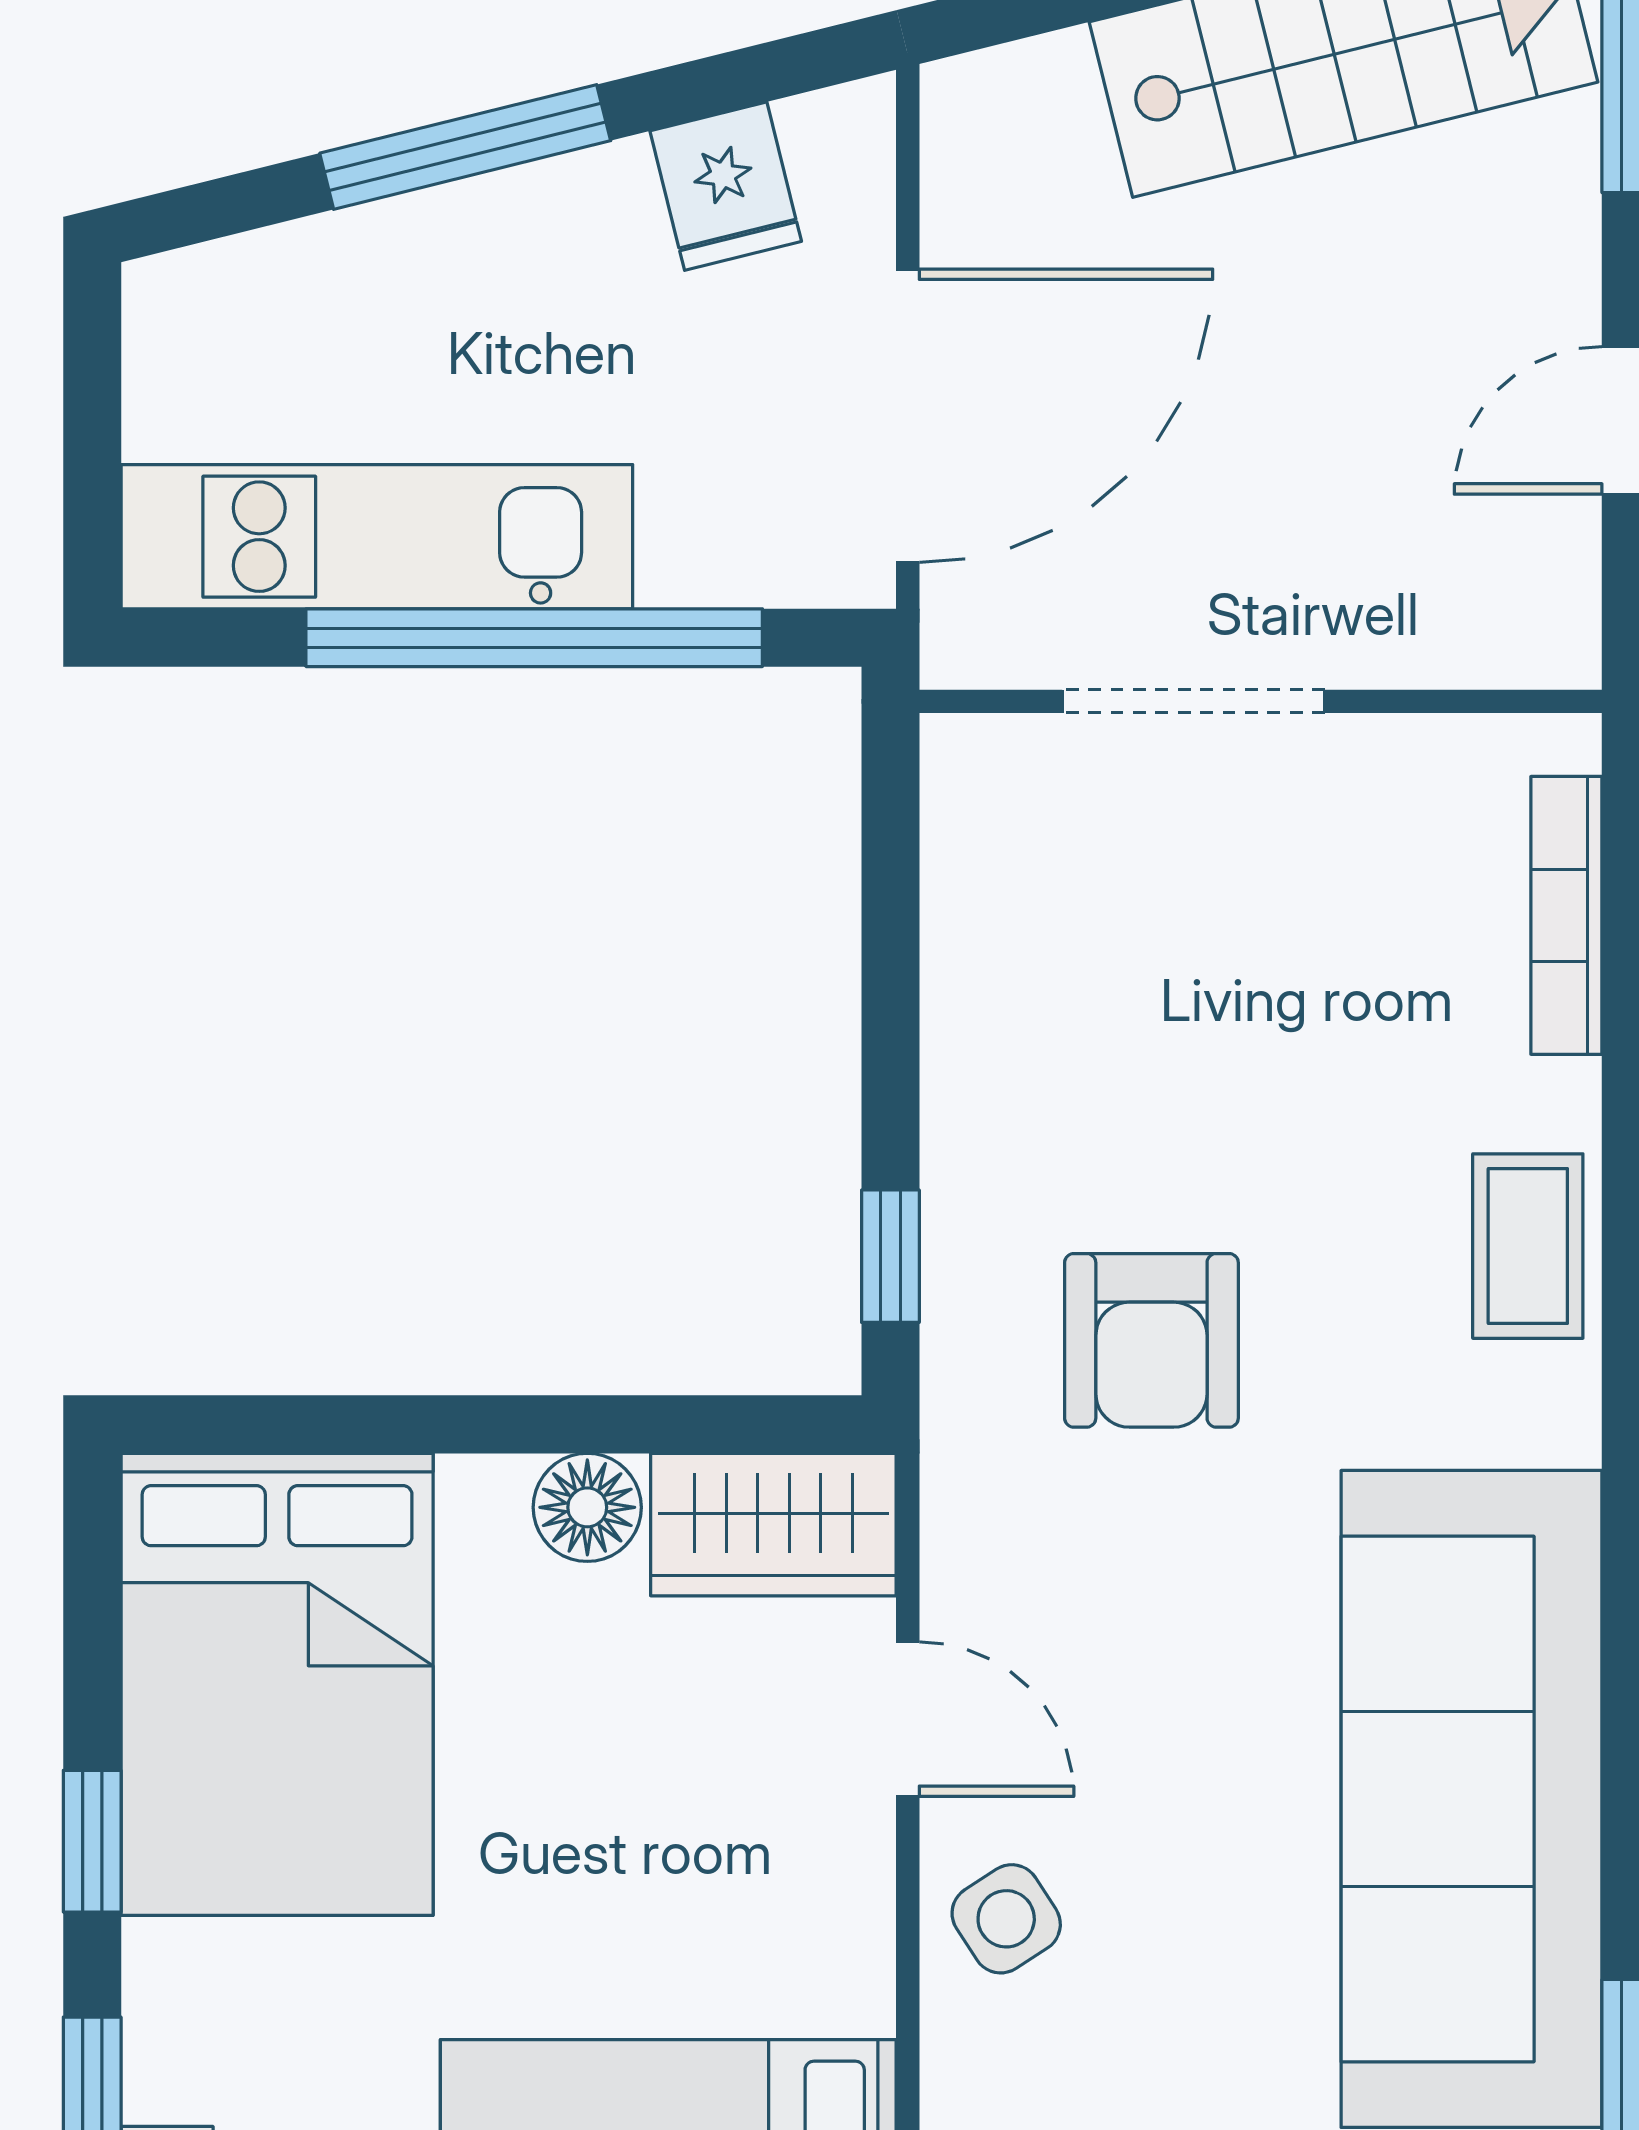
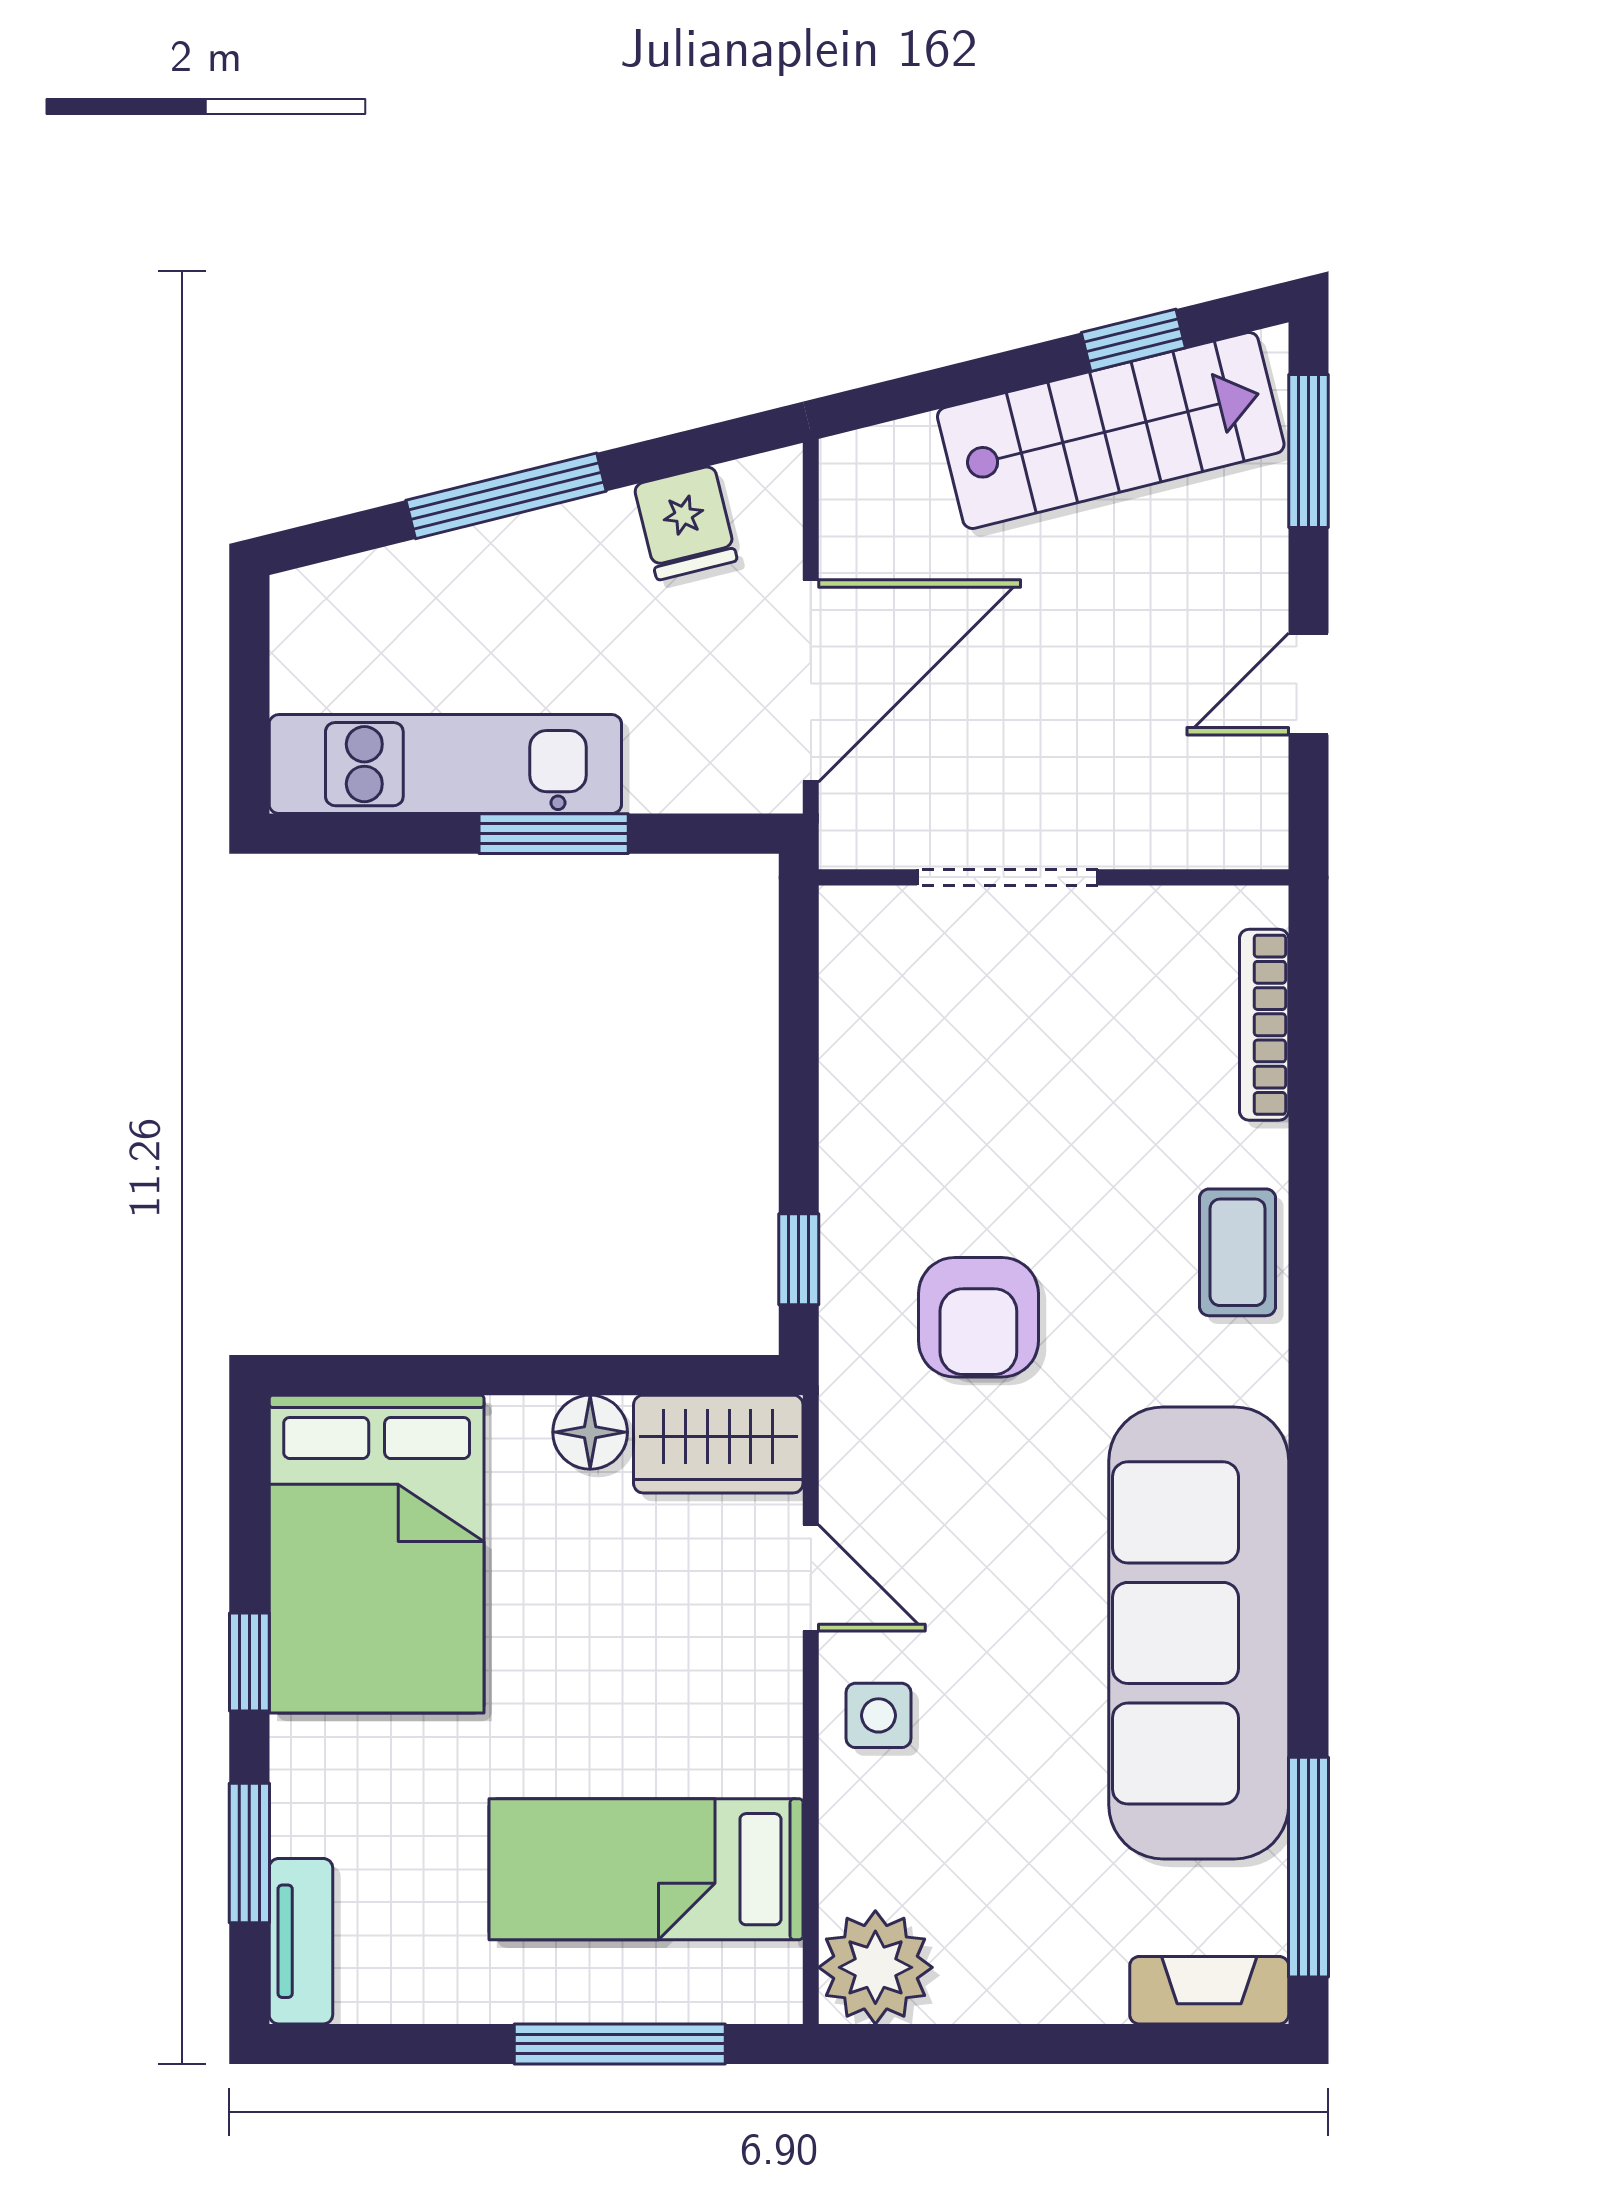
window: (534, 638) -> (554, 834), width x0.47
side table: (1006, 1919) -> (878, 1715), turned 33

